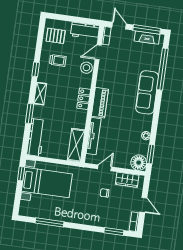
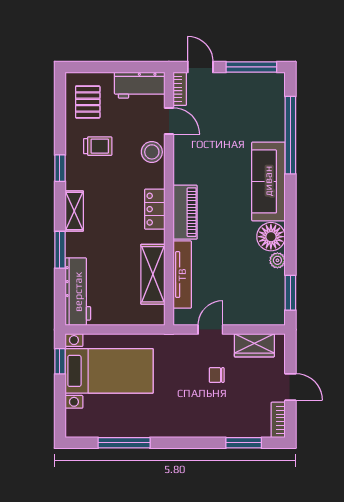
pallet: (56, 36) -> (88, 102), turned 90
fireplace: (147, 38) -> (254, 82), removed
door: (98, 52) -> (169, 121), swing flipped
shelving: (76, 145) -> (153, 274), moved
floor lamp: (139, 163) -> (271, 237), moved

